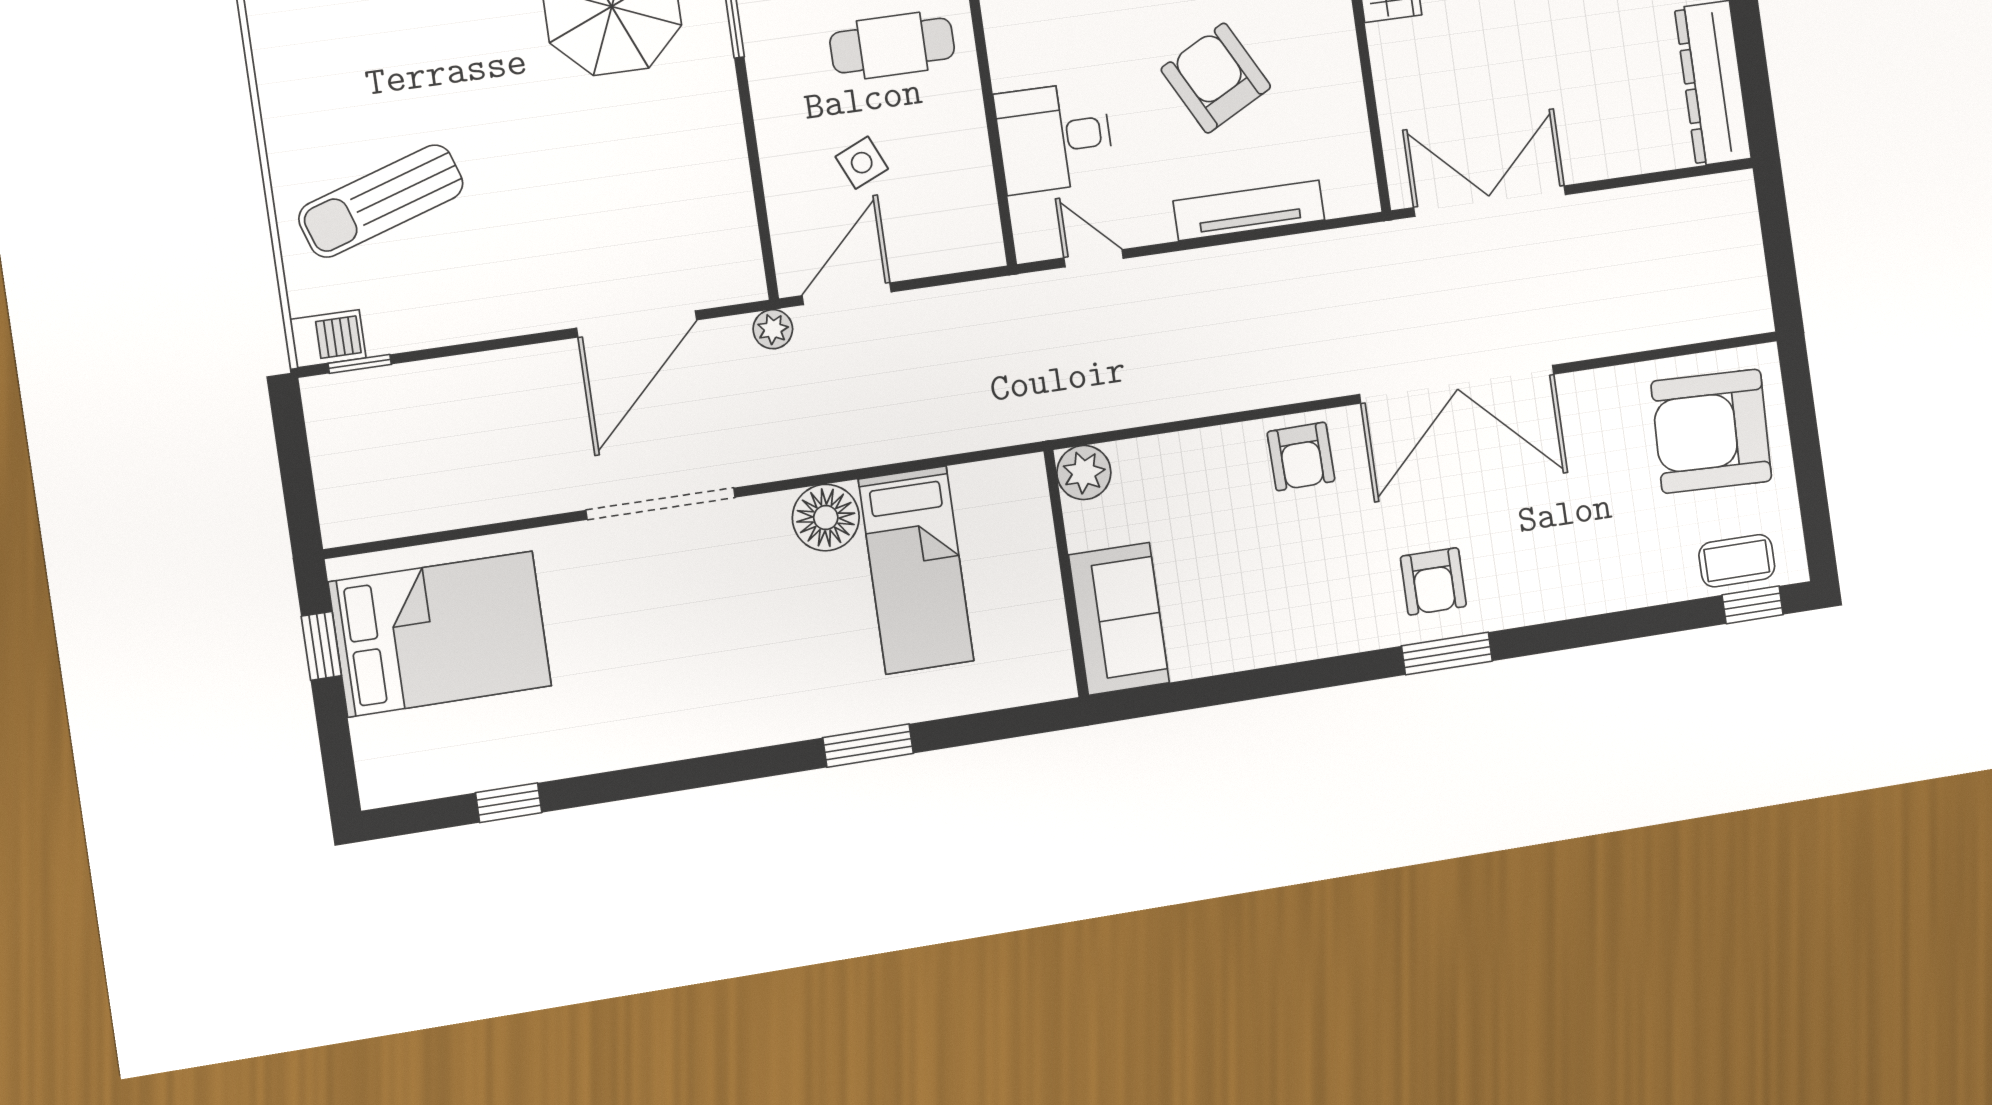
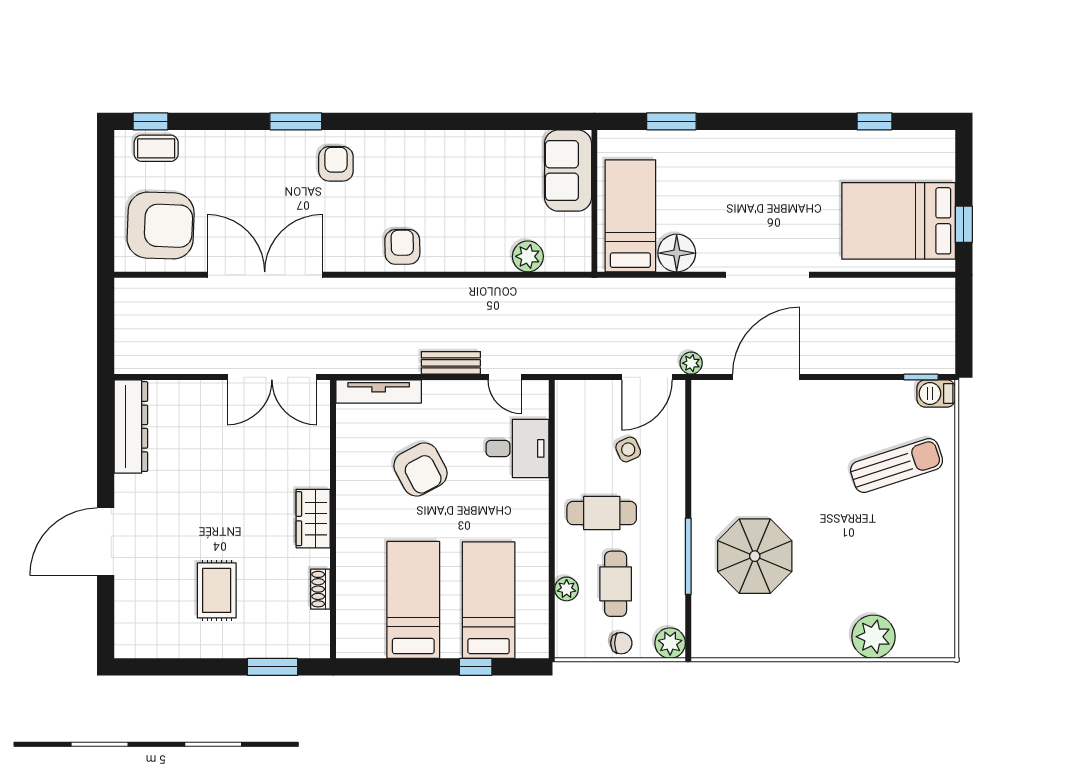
tv unit: (1249, 210) -> (379, 391), moved
bench: (1190, 269) -> (451, 363), added
double door: (1457, 384) -> (265, 275), moved
wall: (1066, 573) -> (594, 201), moved
sofa: (1119, 619) -> (568, 171), moved
window: (1447, 653) -> (296, 121), moved

